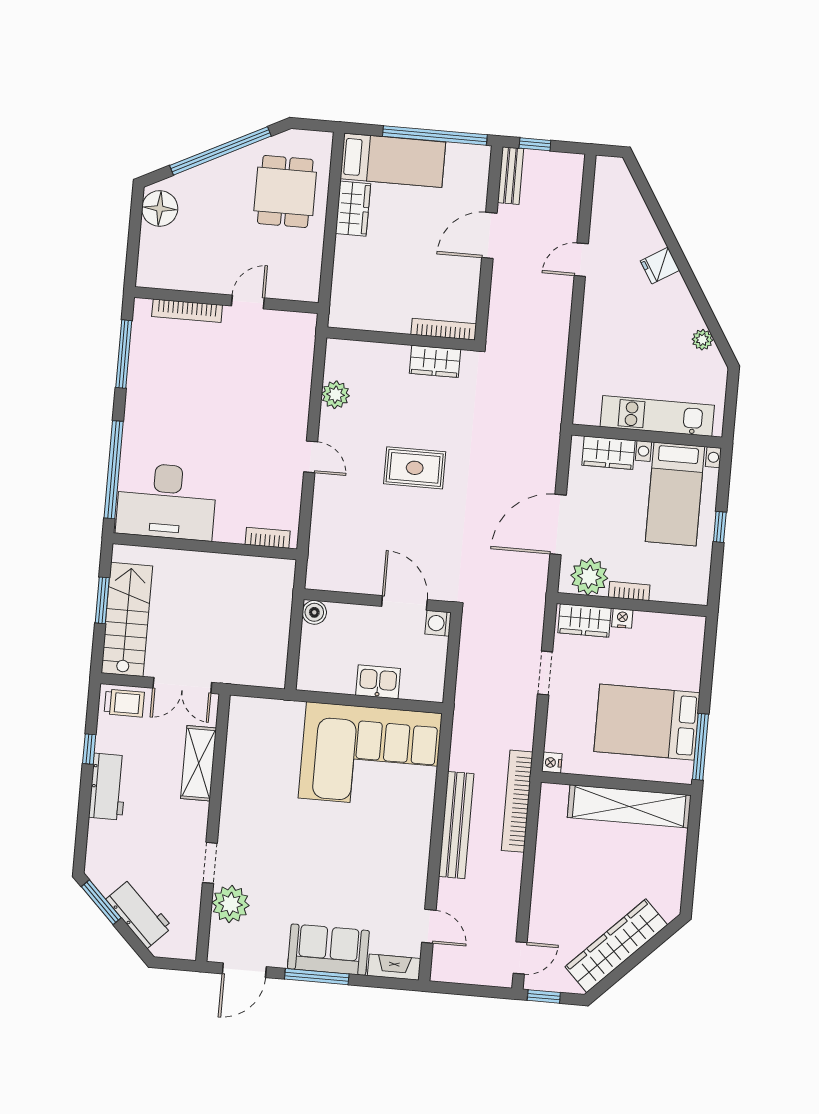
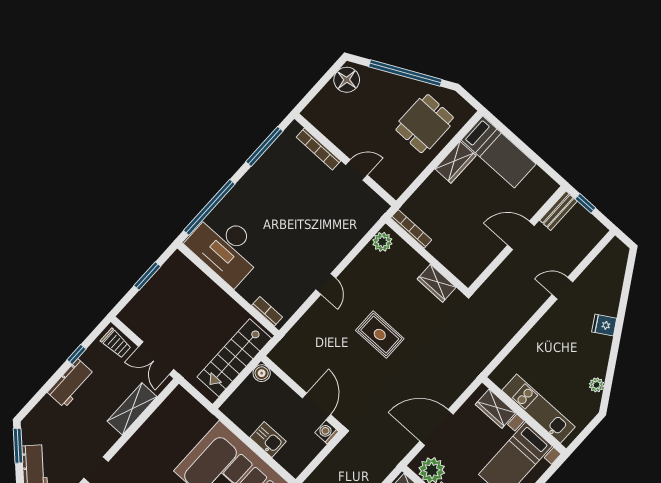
window: (435, 135) -> (533, 156), removed
bookcase: (444, 329) -> (411, 229), moved
plant: (336, 395) -> (382, 242), moved
stairs: (127, 619) -> (234, 358), moved, turned 180

